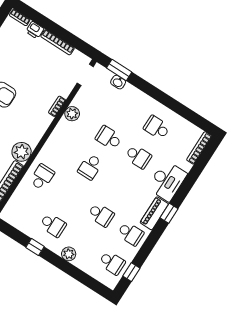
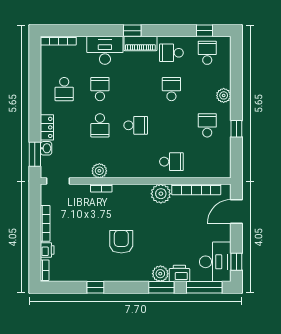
locker: (135, 94) -> (47, 127), added
school desk: (42, 177) -> (171, 162), turned 180
school desk: (131, 234) -> (171, 53), turned -90

